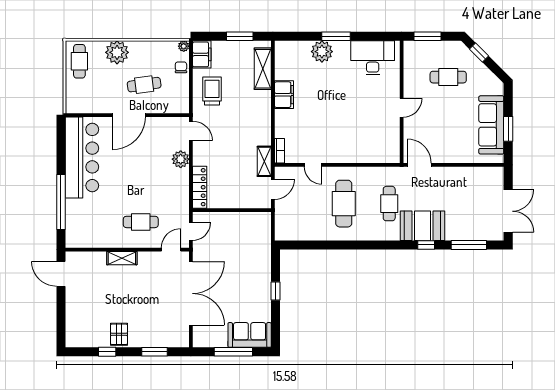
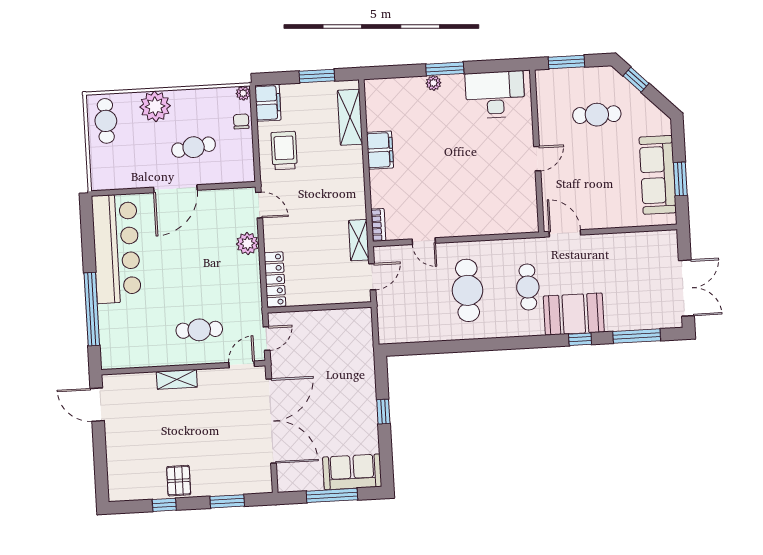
plant: (322, 52) -> (433, 83), width x0.53, depth x0.53

